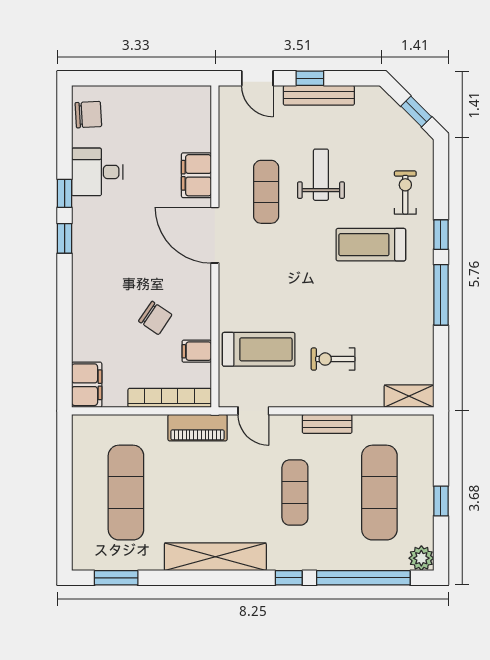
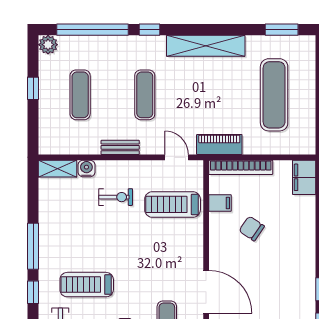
treadmill: (371, 245) -> (87, 285), turned 180
water cooler: (371, 396) -> (86, 168), added
exercise mat: (379, 493) -> (80, 95), width x0.73, depth x0.69

